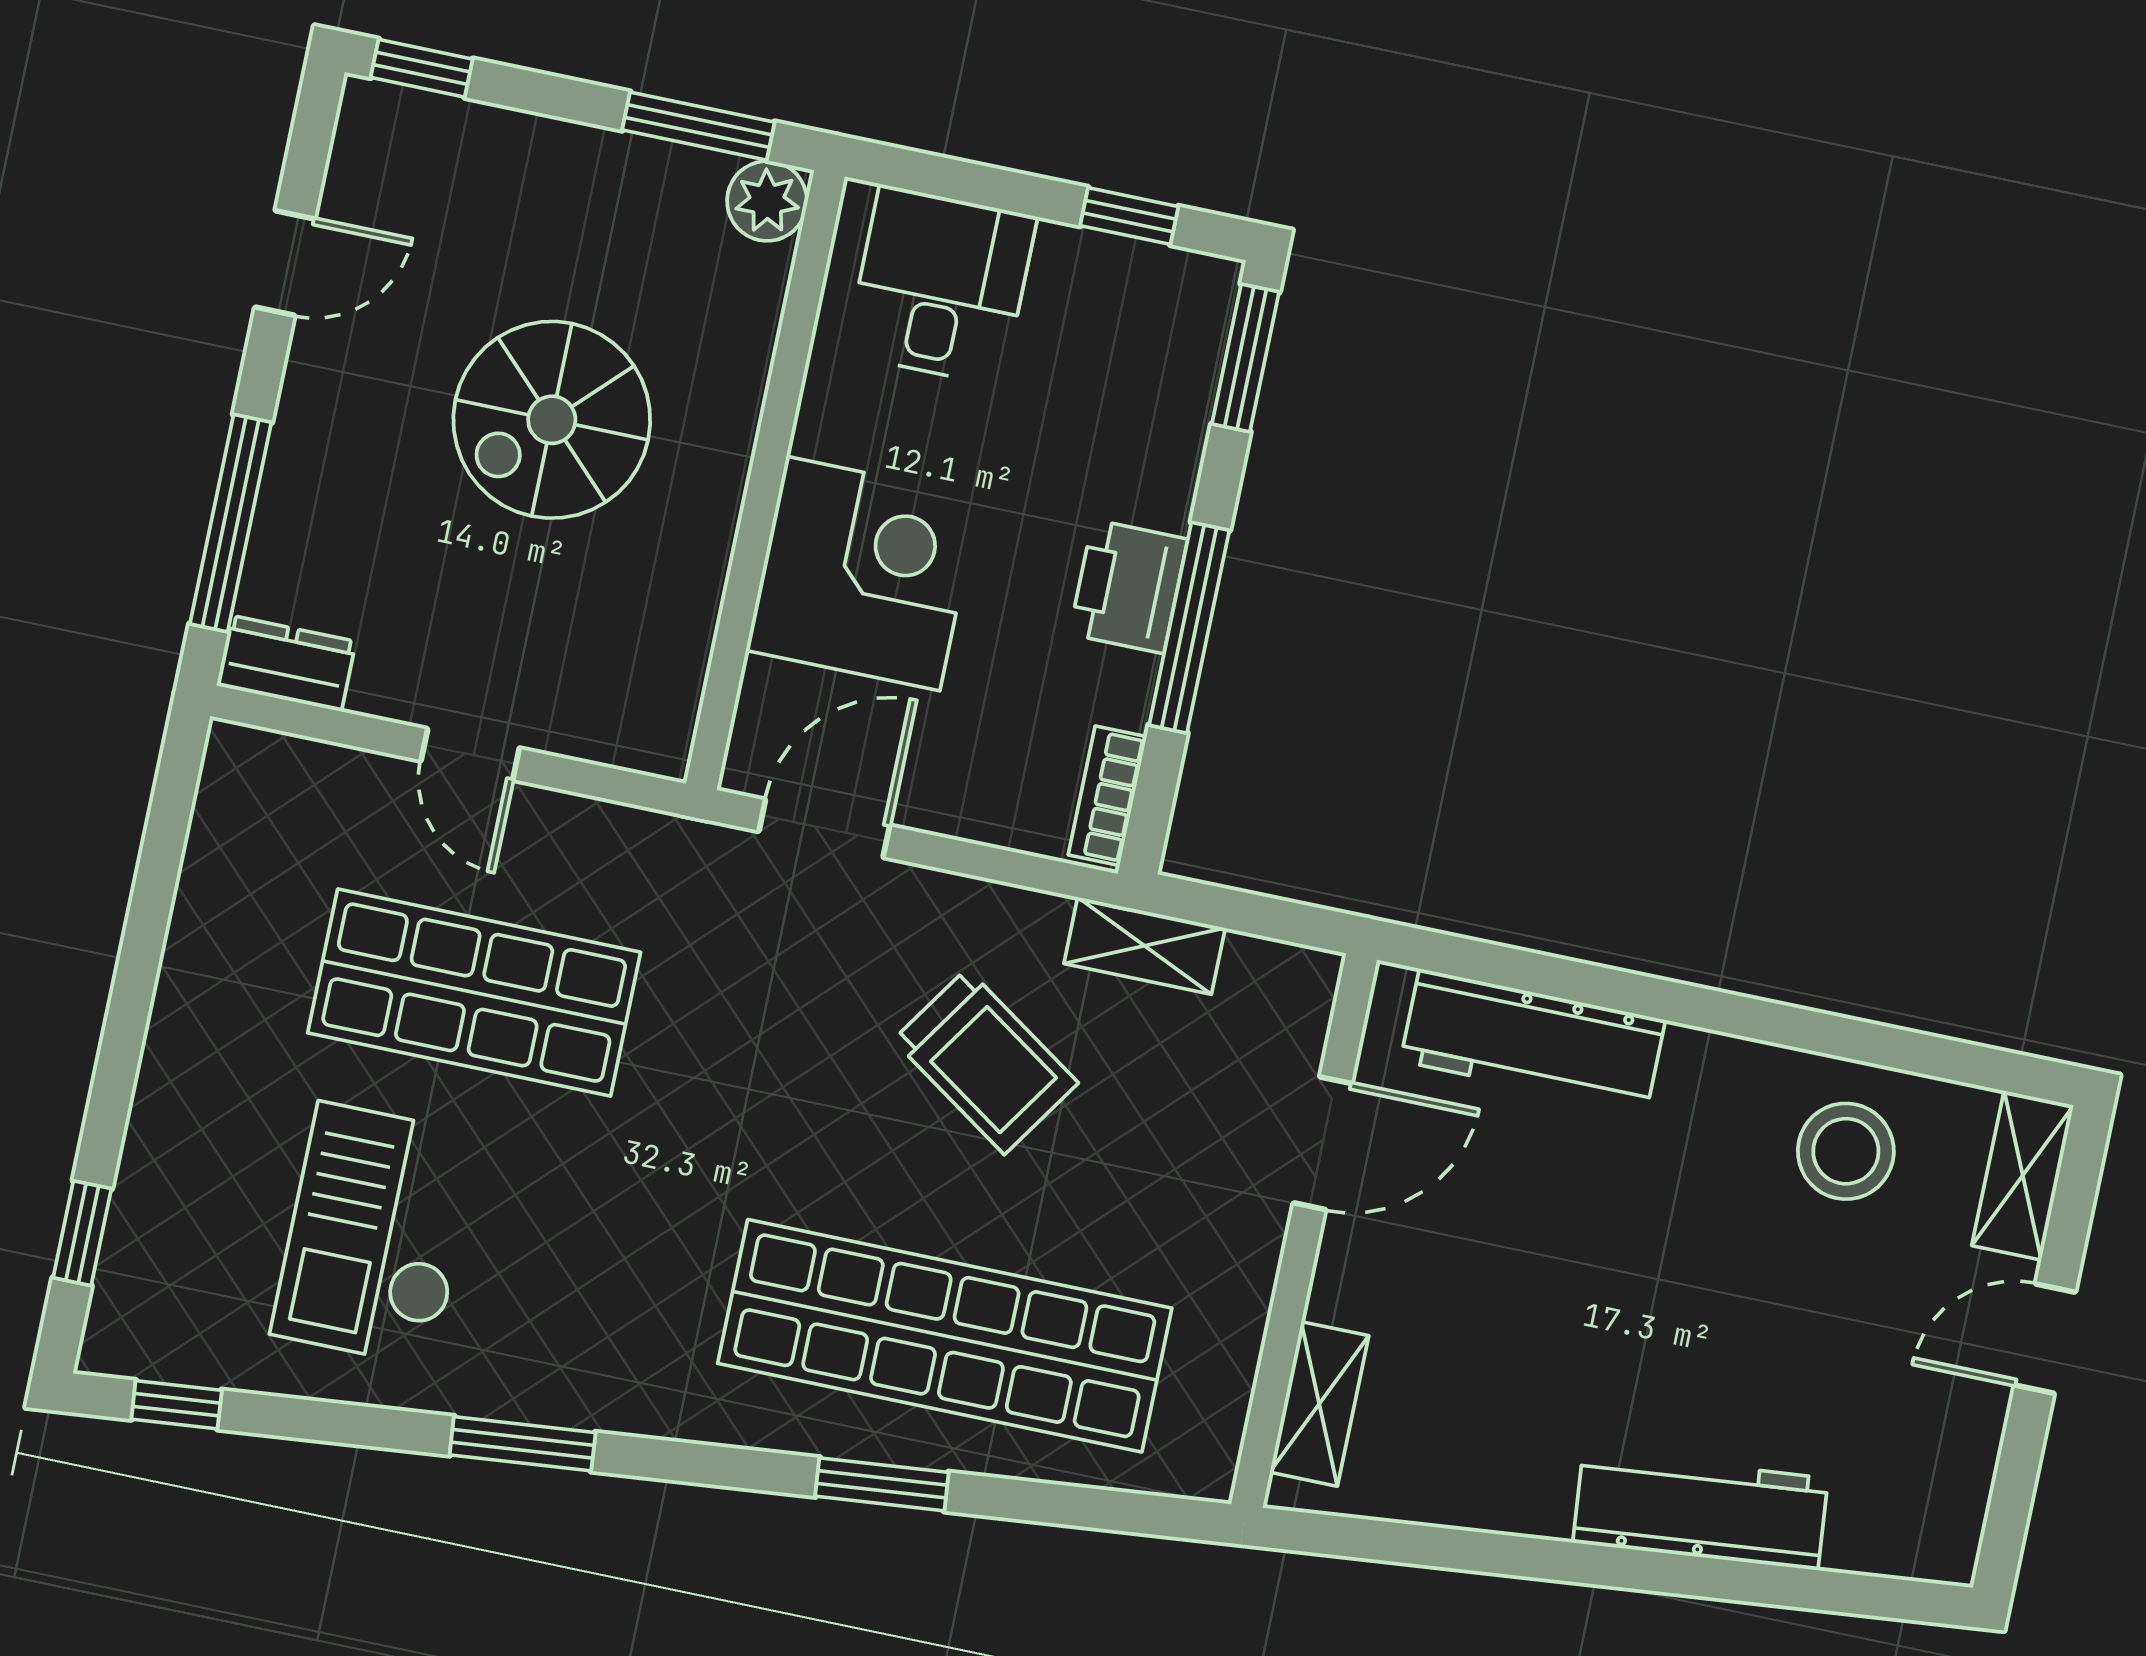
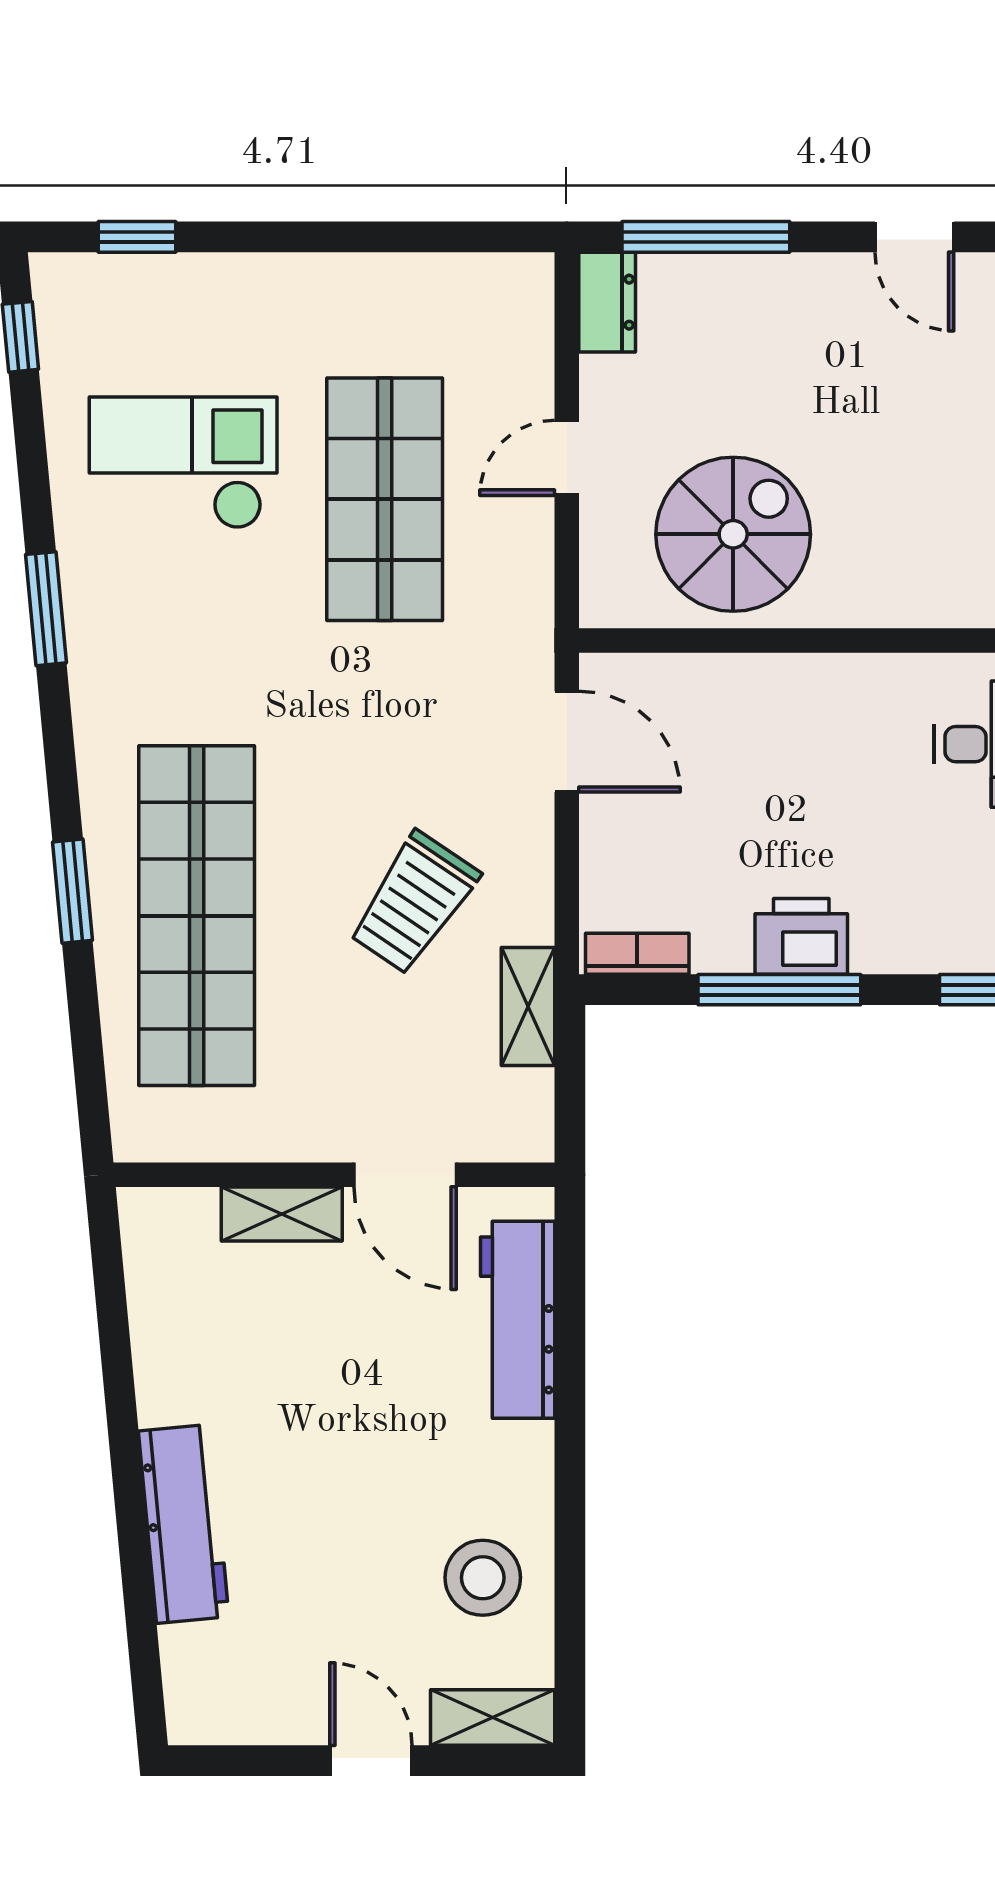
spiral stairs: (552, 420) -> (733, 534), moved, turned 90
corner desk: (863, 574) -> (769, 731), removed
shelving: (1319, 1404) -> (282, 1214), moved

